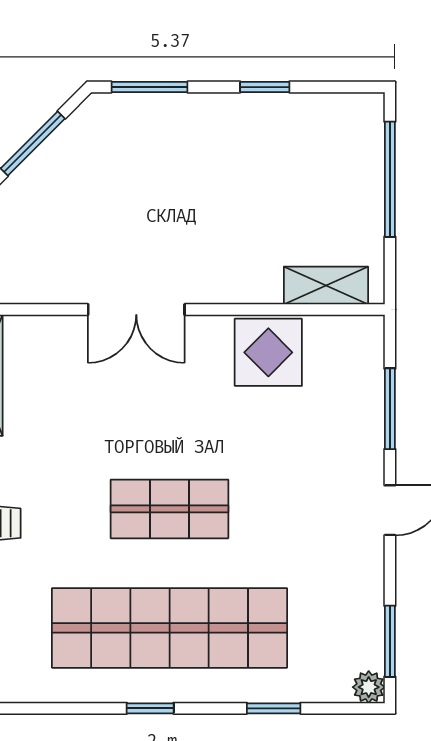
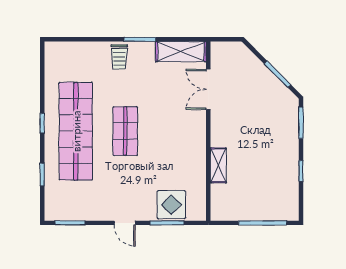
shelving: (326, 286) -> (218, 165), moved
double door: (136, 309) -> (208, 89), moved
display table: (268, 352) -> (171, 205), moved
plant: (369, 687) -> (51, 214), removed

